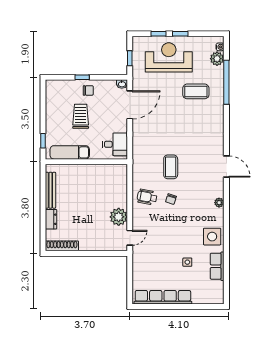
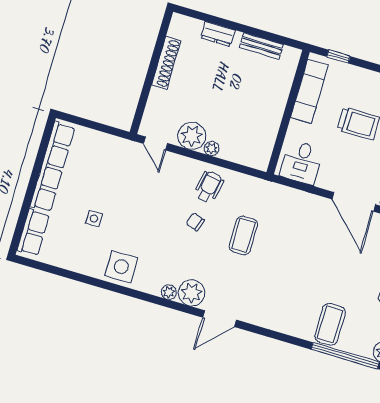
coffee table: (196, 91) -> (330, 324), moved
coffee table: (171, 167) -> (243, 235), turned 90
plant: (215, 188) -> (192, 293), added
bench: (50, 190) -> (261, 46), width x0.73
plant: (123, 202) -> (212, 148), added
shoe rack: (62, 246) -> (166, 63), moved
row of seats: (217, 266) -> (33, 232), moved, turned 90

